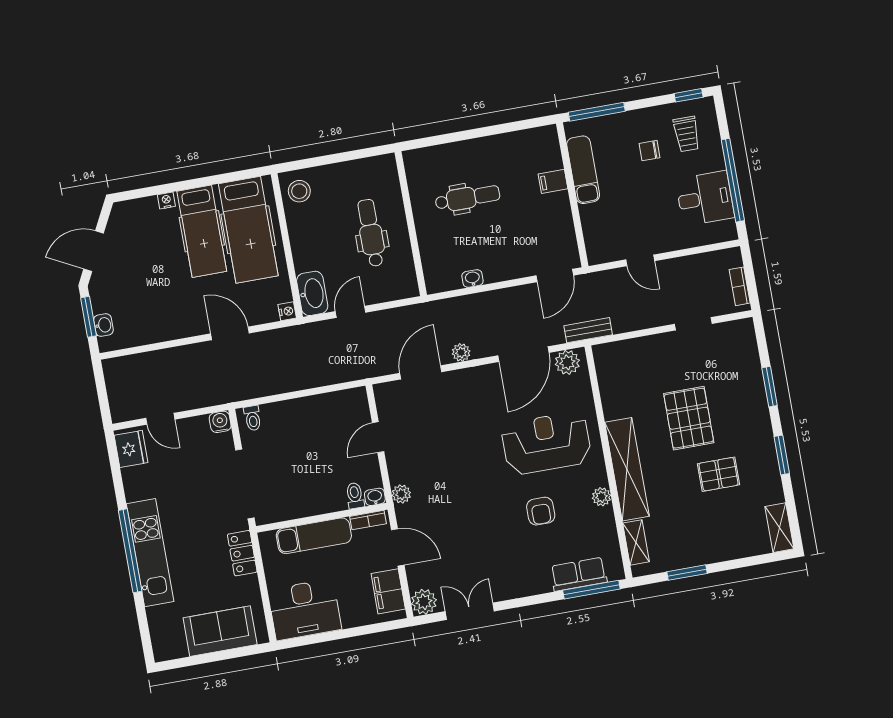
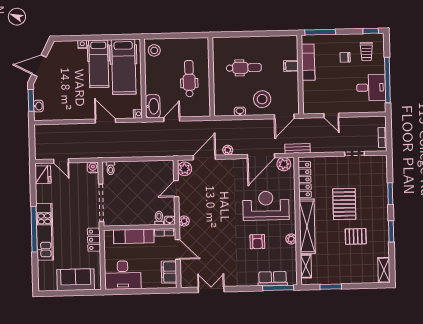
stool: (510, 250) -> (262, 99), added
locker: (610, 385) -> (305, 180), added
plant: (424, 602) -> (185, 169), moved

